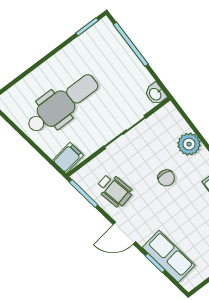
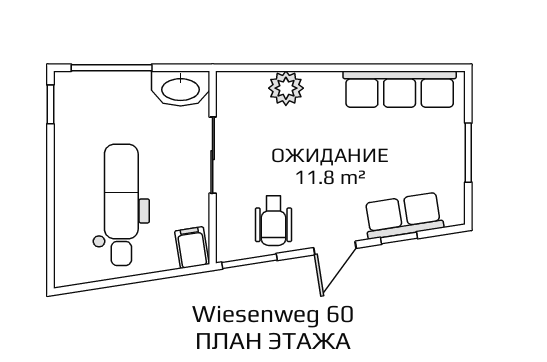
washbasin: (155, 94) -> (181, 89), width x1.91, depth x1.45
chair: (166, 178) -> (306, 147), removed
wheelchair: (114, 190) -> (274, 221), turned 103

